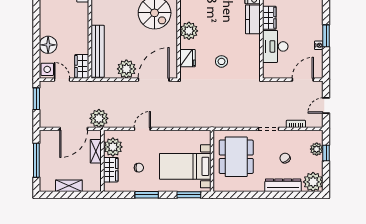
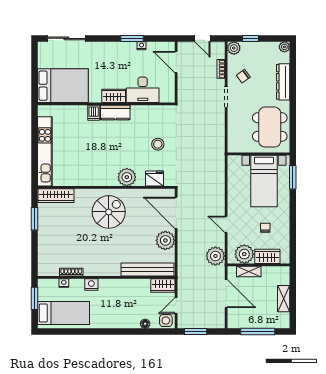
floor lamp: (48, 45) -> (145, 324), width x0.53, depth x0.53
plant: (99, 118) -> (215, 256), moved
plant: (317, 149) -> (234, 48), moved
dining table: (236, 157) -> (270, 127), moved, turned 90
chair: (285, 158) -> (243, 76), moved
plant: (313, 182) -> (284, 47), width x0.53, depth x0.53
window: (147, 195) -> (293, 220), removed

